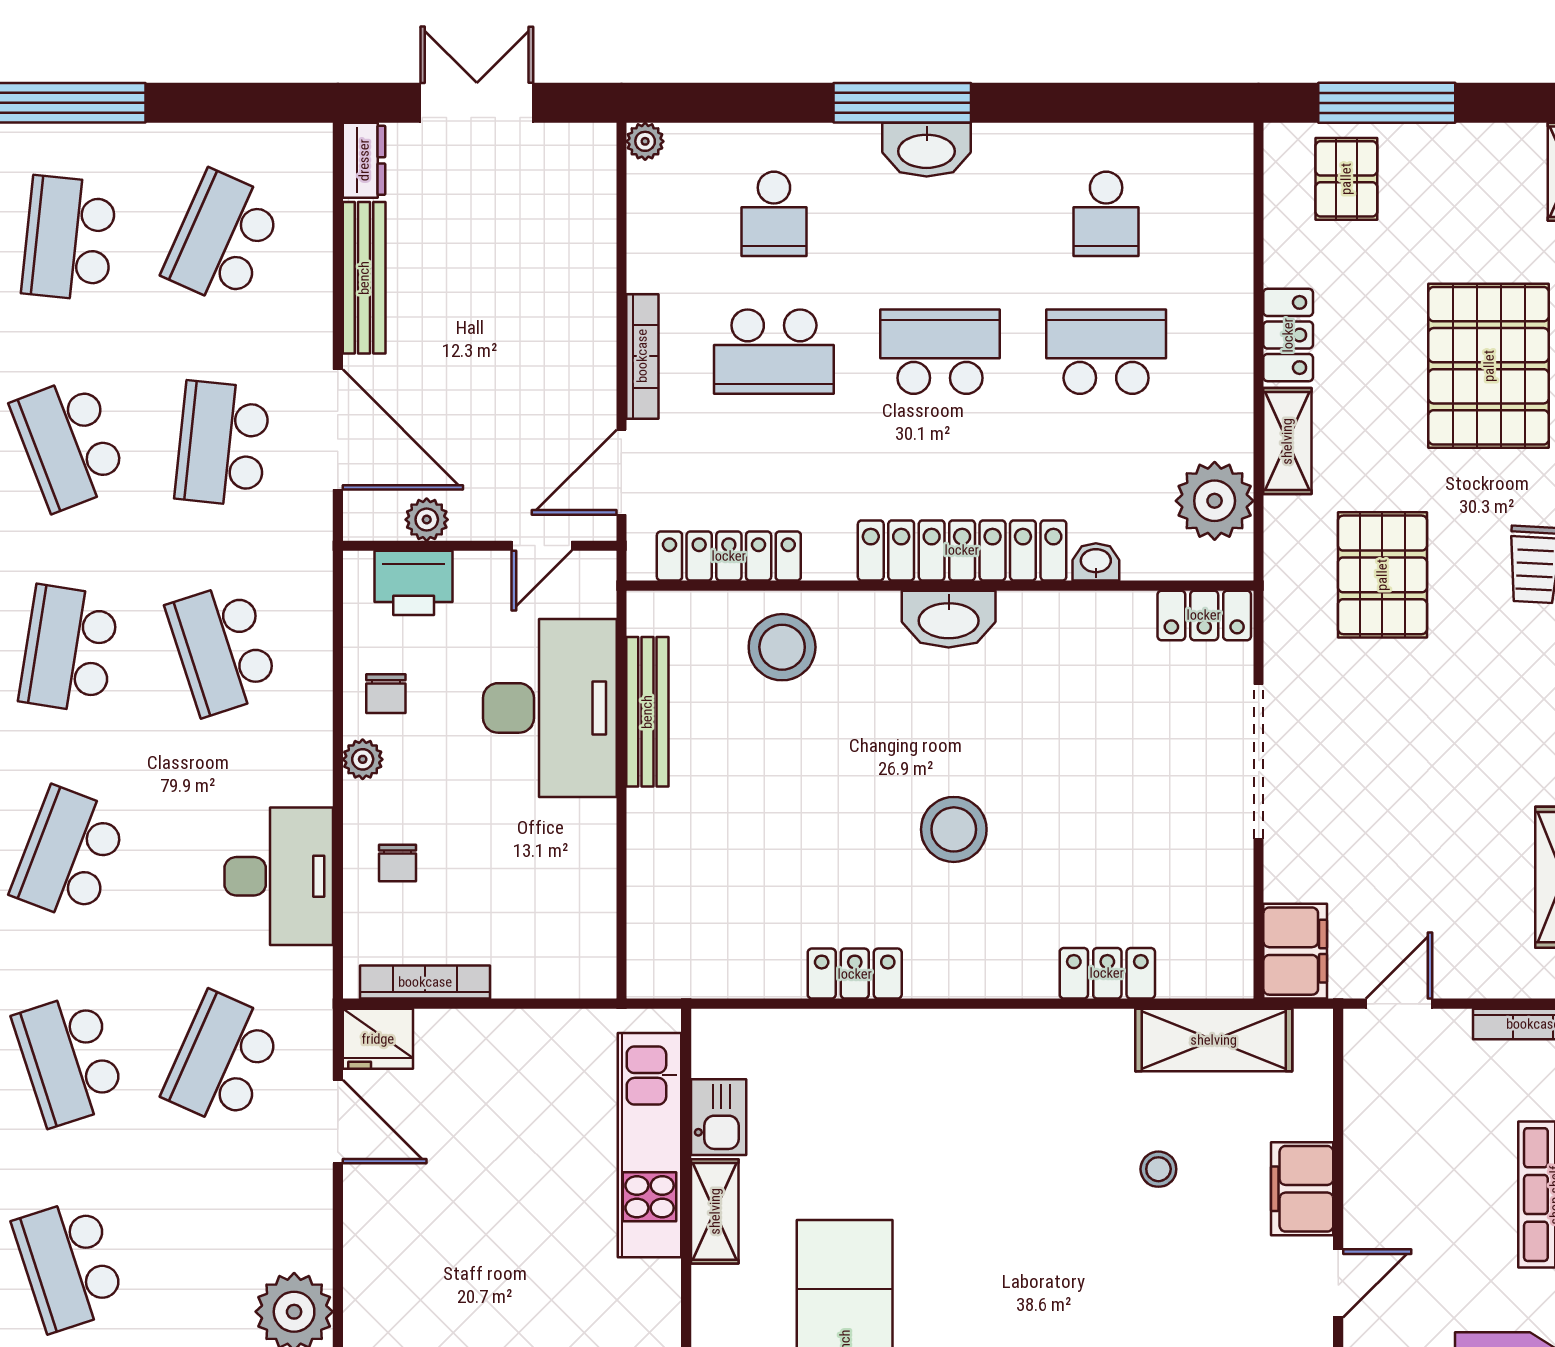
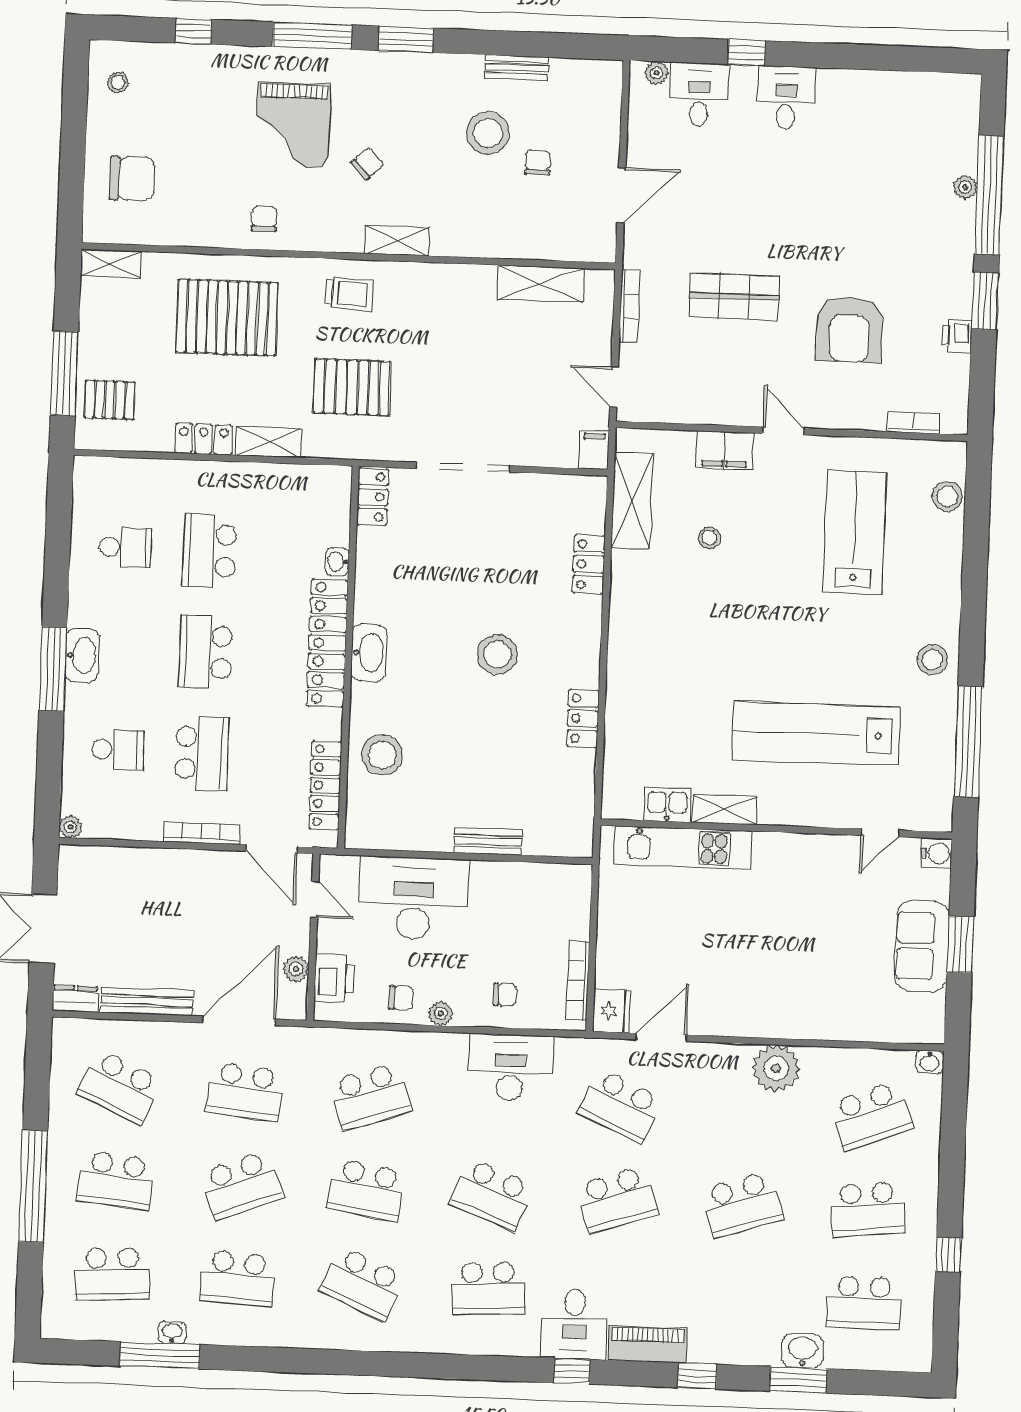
plant: (1215, 501) -> (303, 488), removed
bench: (647, 712) -> (488, 841), moved, width x0.73
filing cabinet: (1295, 951) -> (594, 450), width x0.50

